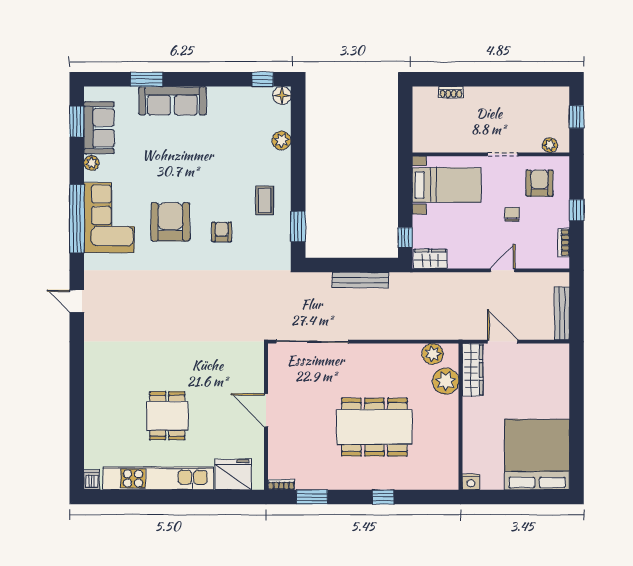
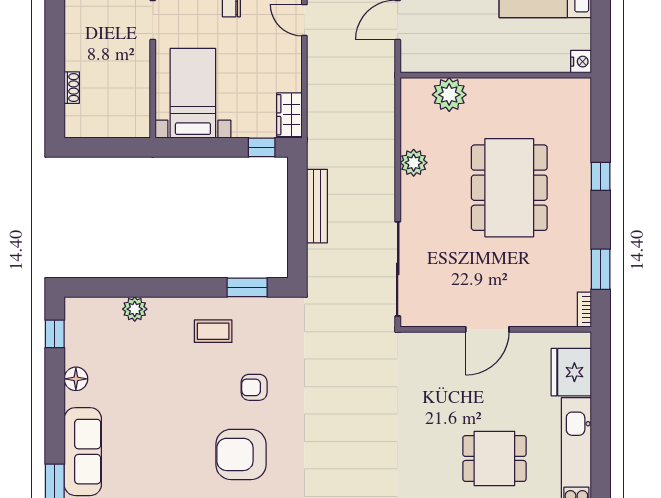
floor lamp: (282, 96) -> (76, 379), moved
plant: (433, 354) -> (414, 163), moved
wardrobe: (473, 370) -> (435, 59), removed

